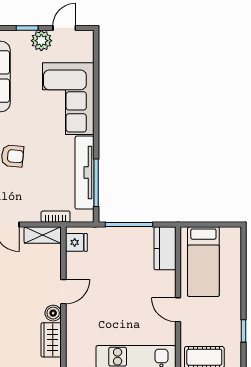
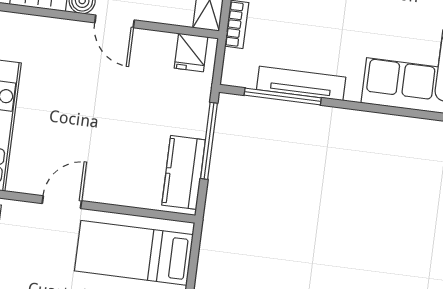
tv unit: (85, 173) -> (301, 83), width x0.73, depth x0.78
kitchen counter: (165, 248) -> (184, 172), moved, turned -90

